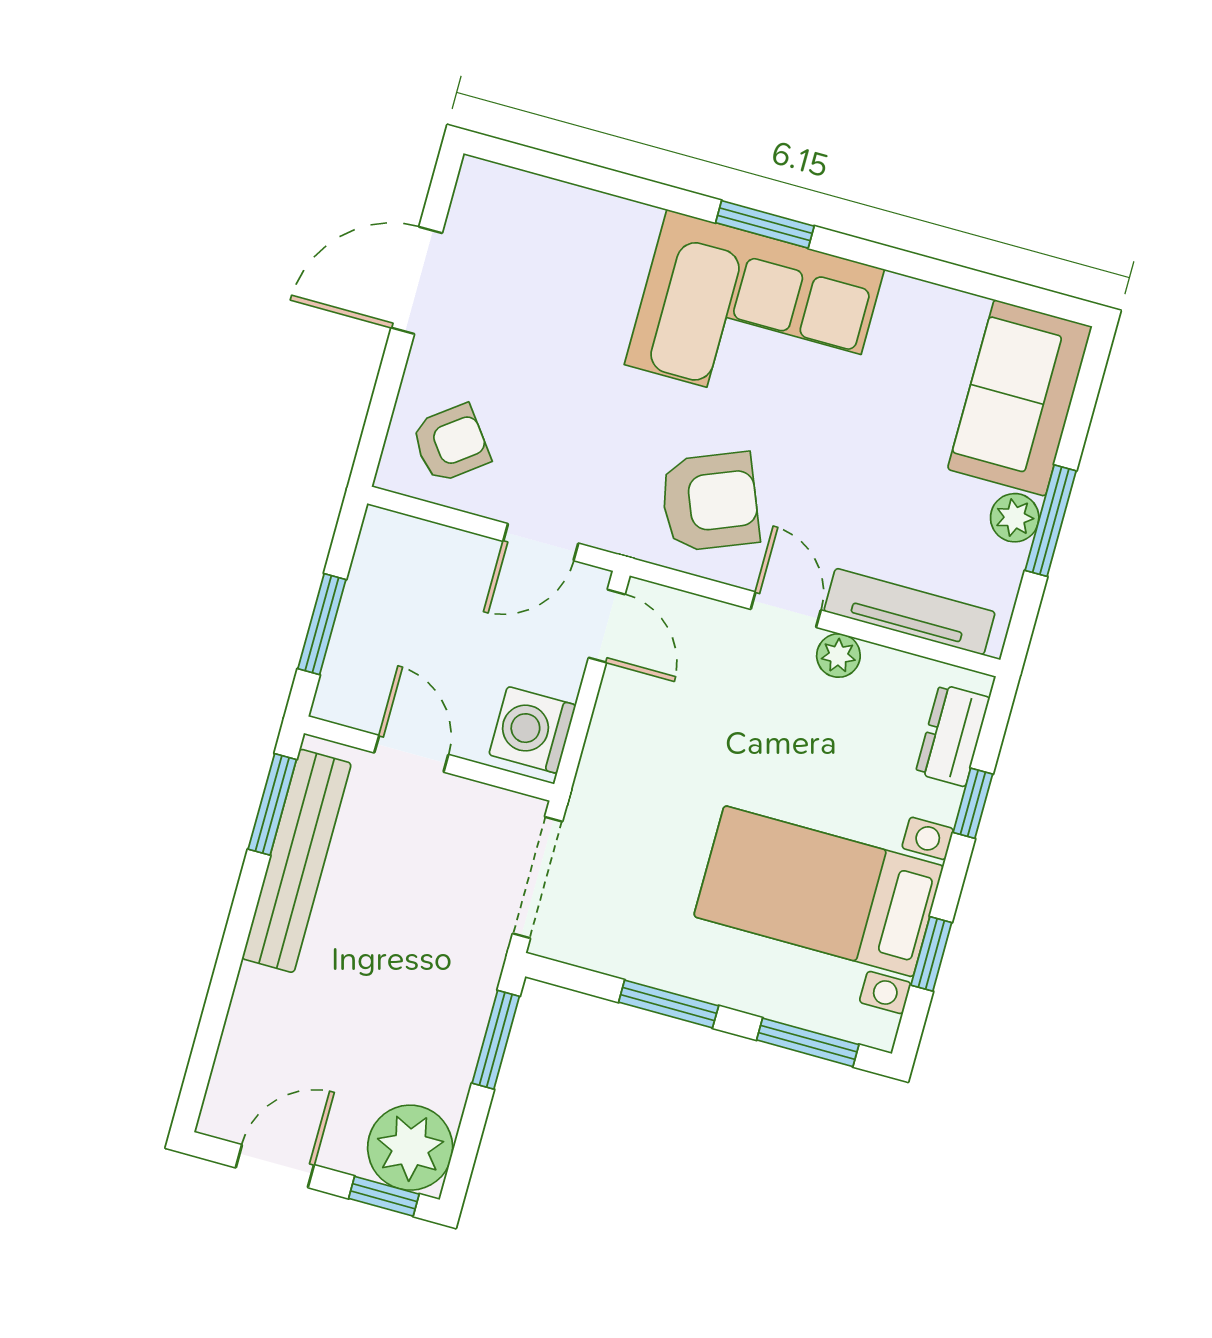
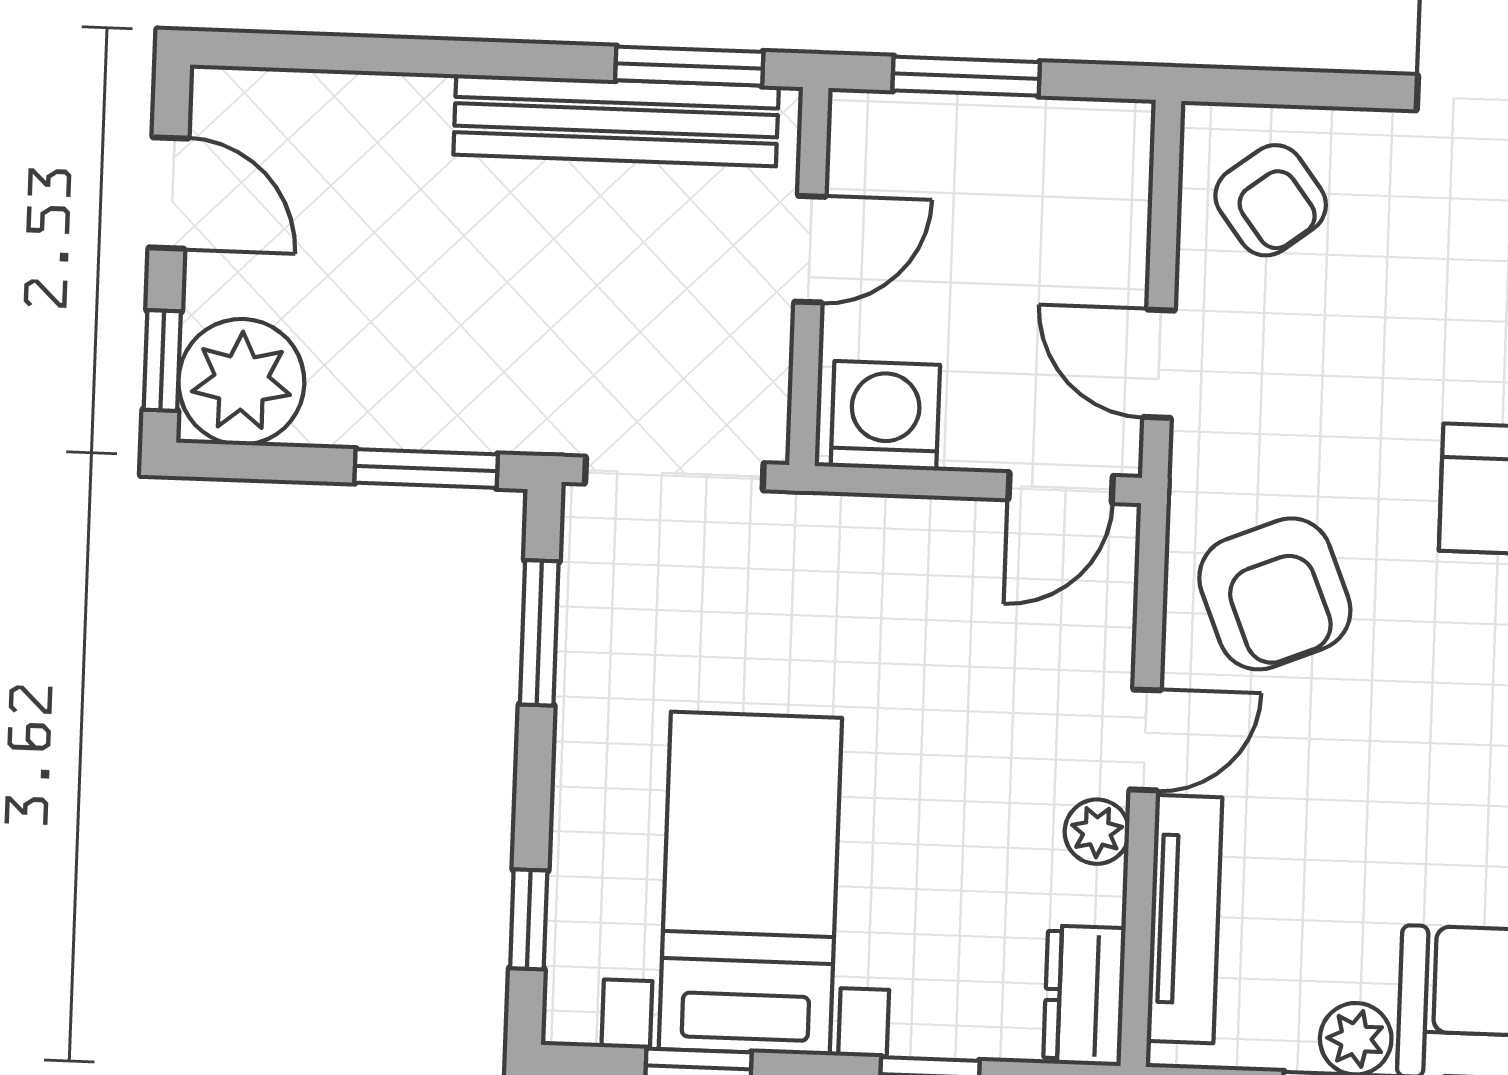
dresser: (953, 735) -> (1084, 996), moved, turned -90
window: (669, 1004) -> (539, 633), moved
window: (808, 1042) -> (529, 919), width x0.67

